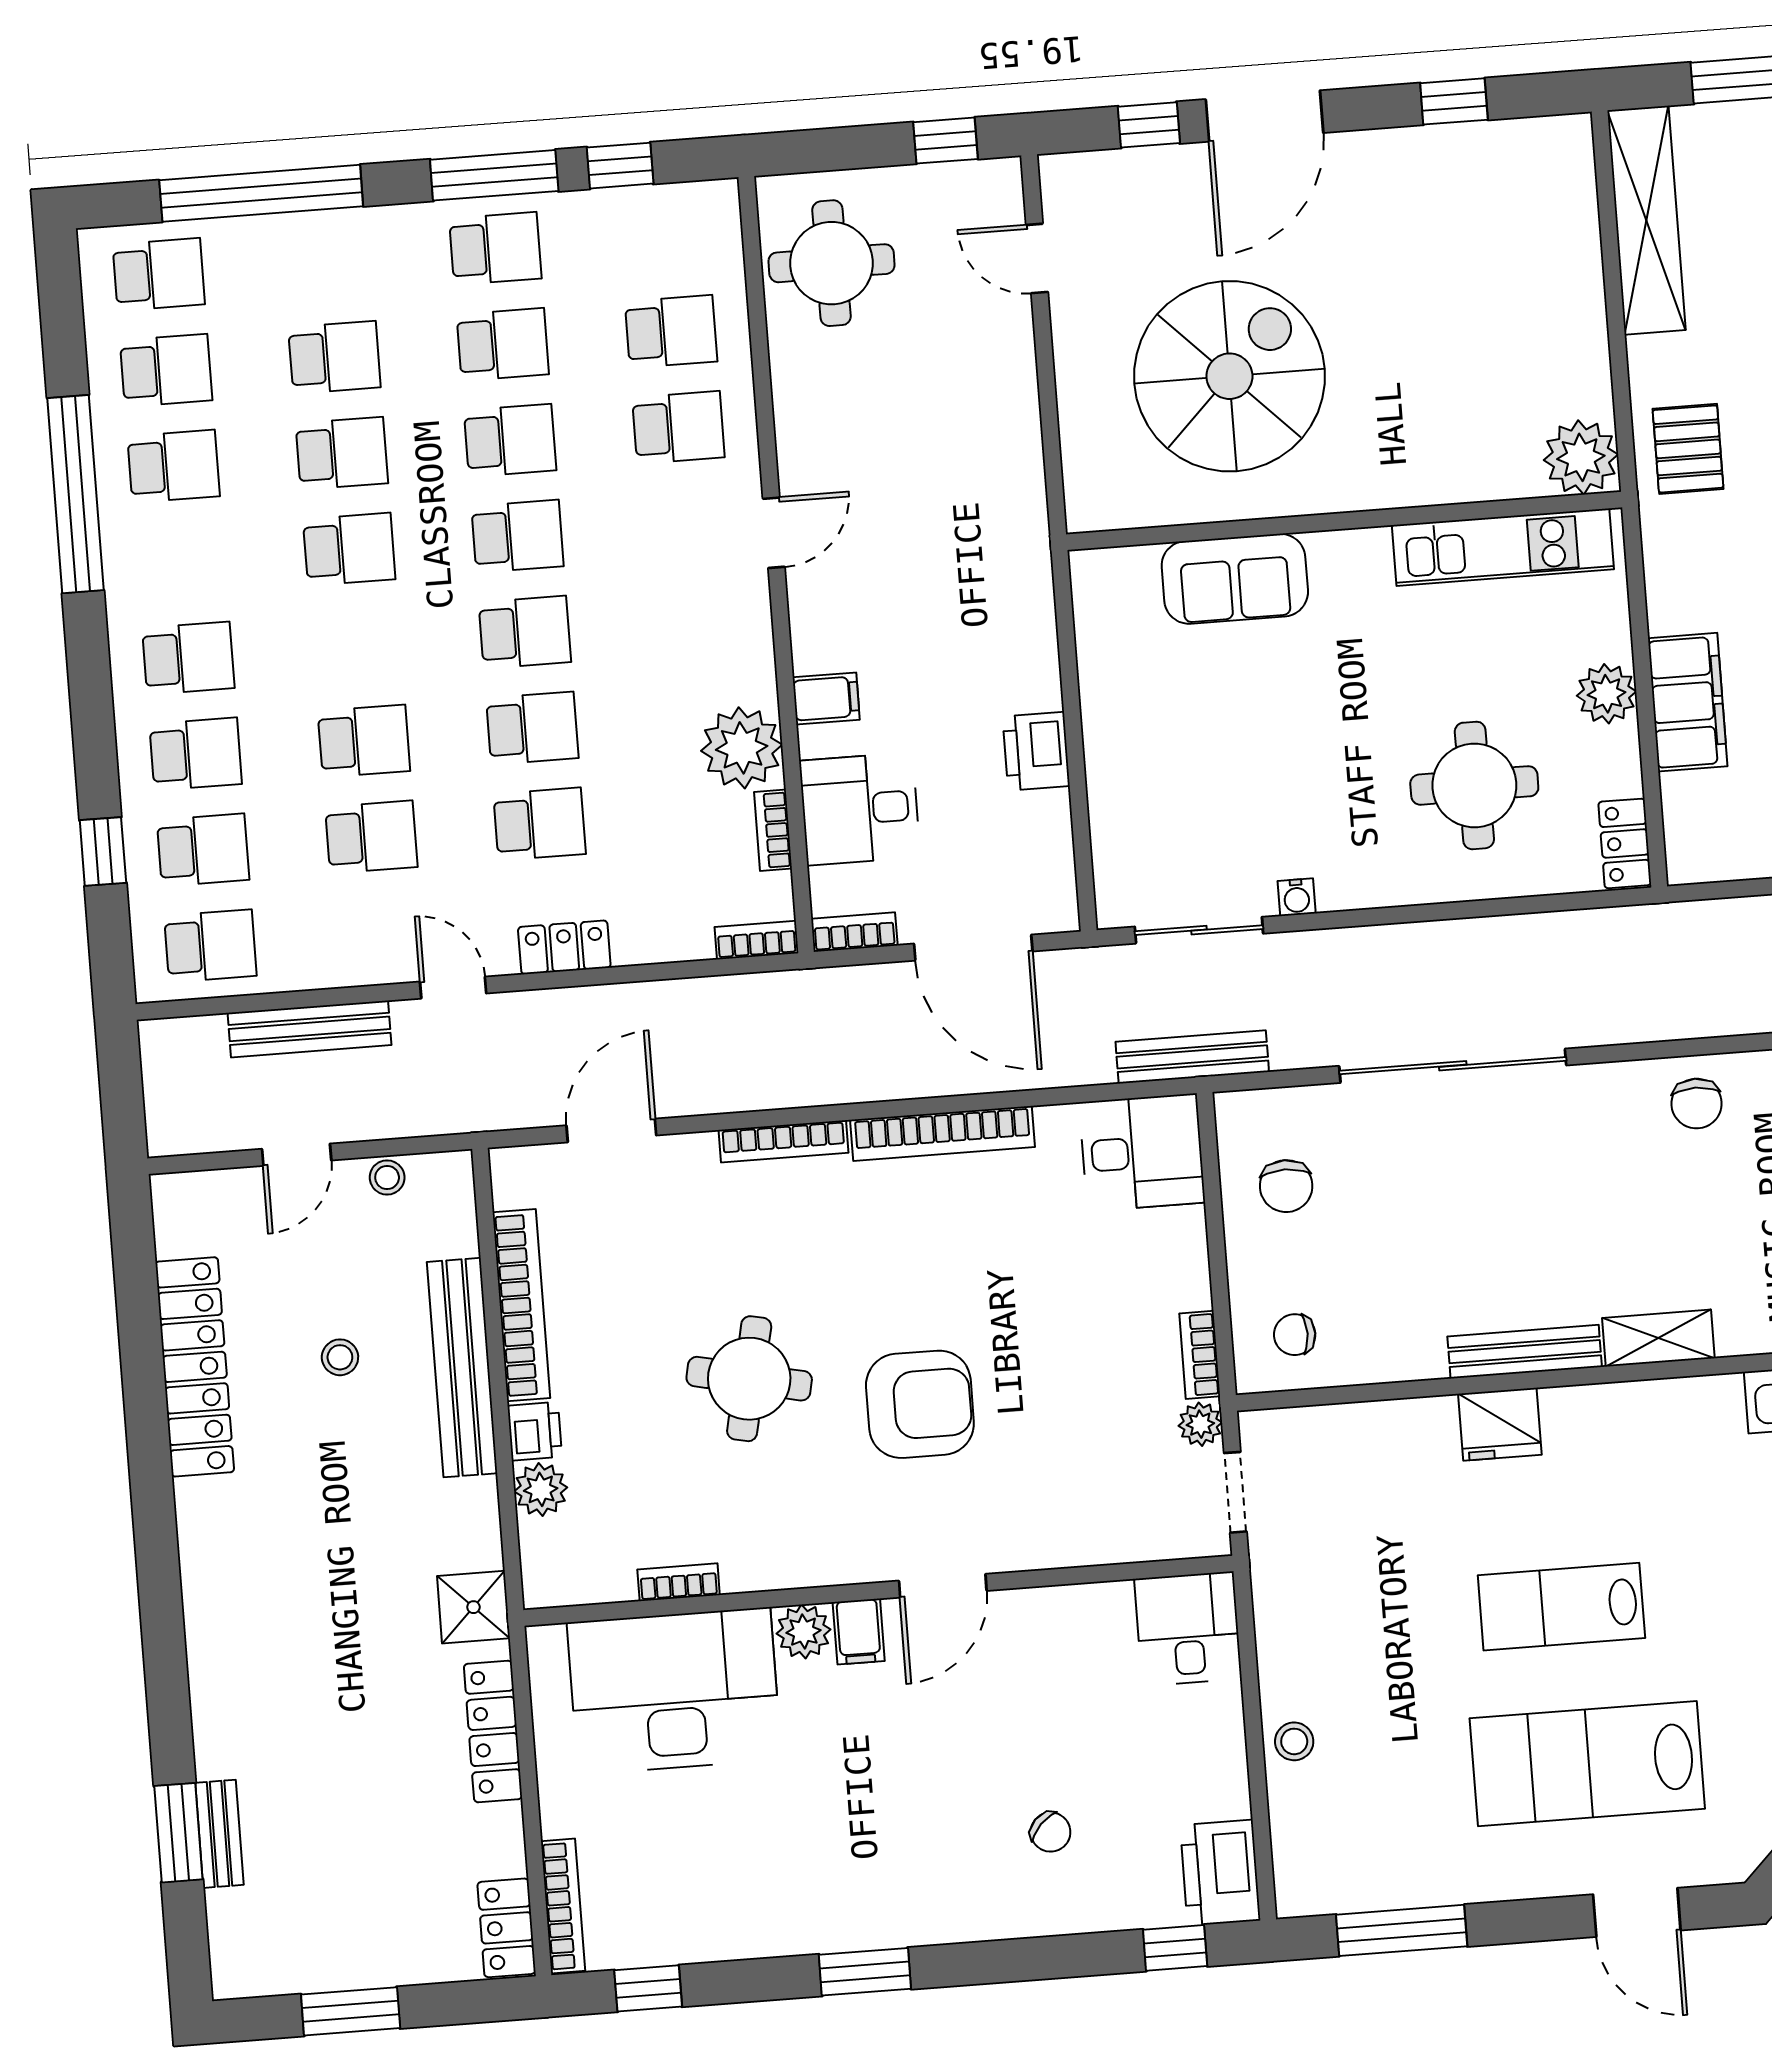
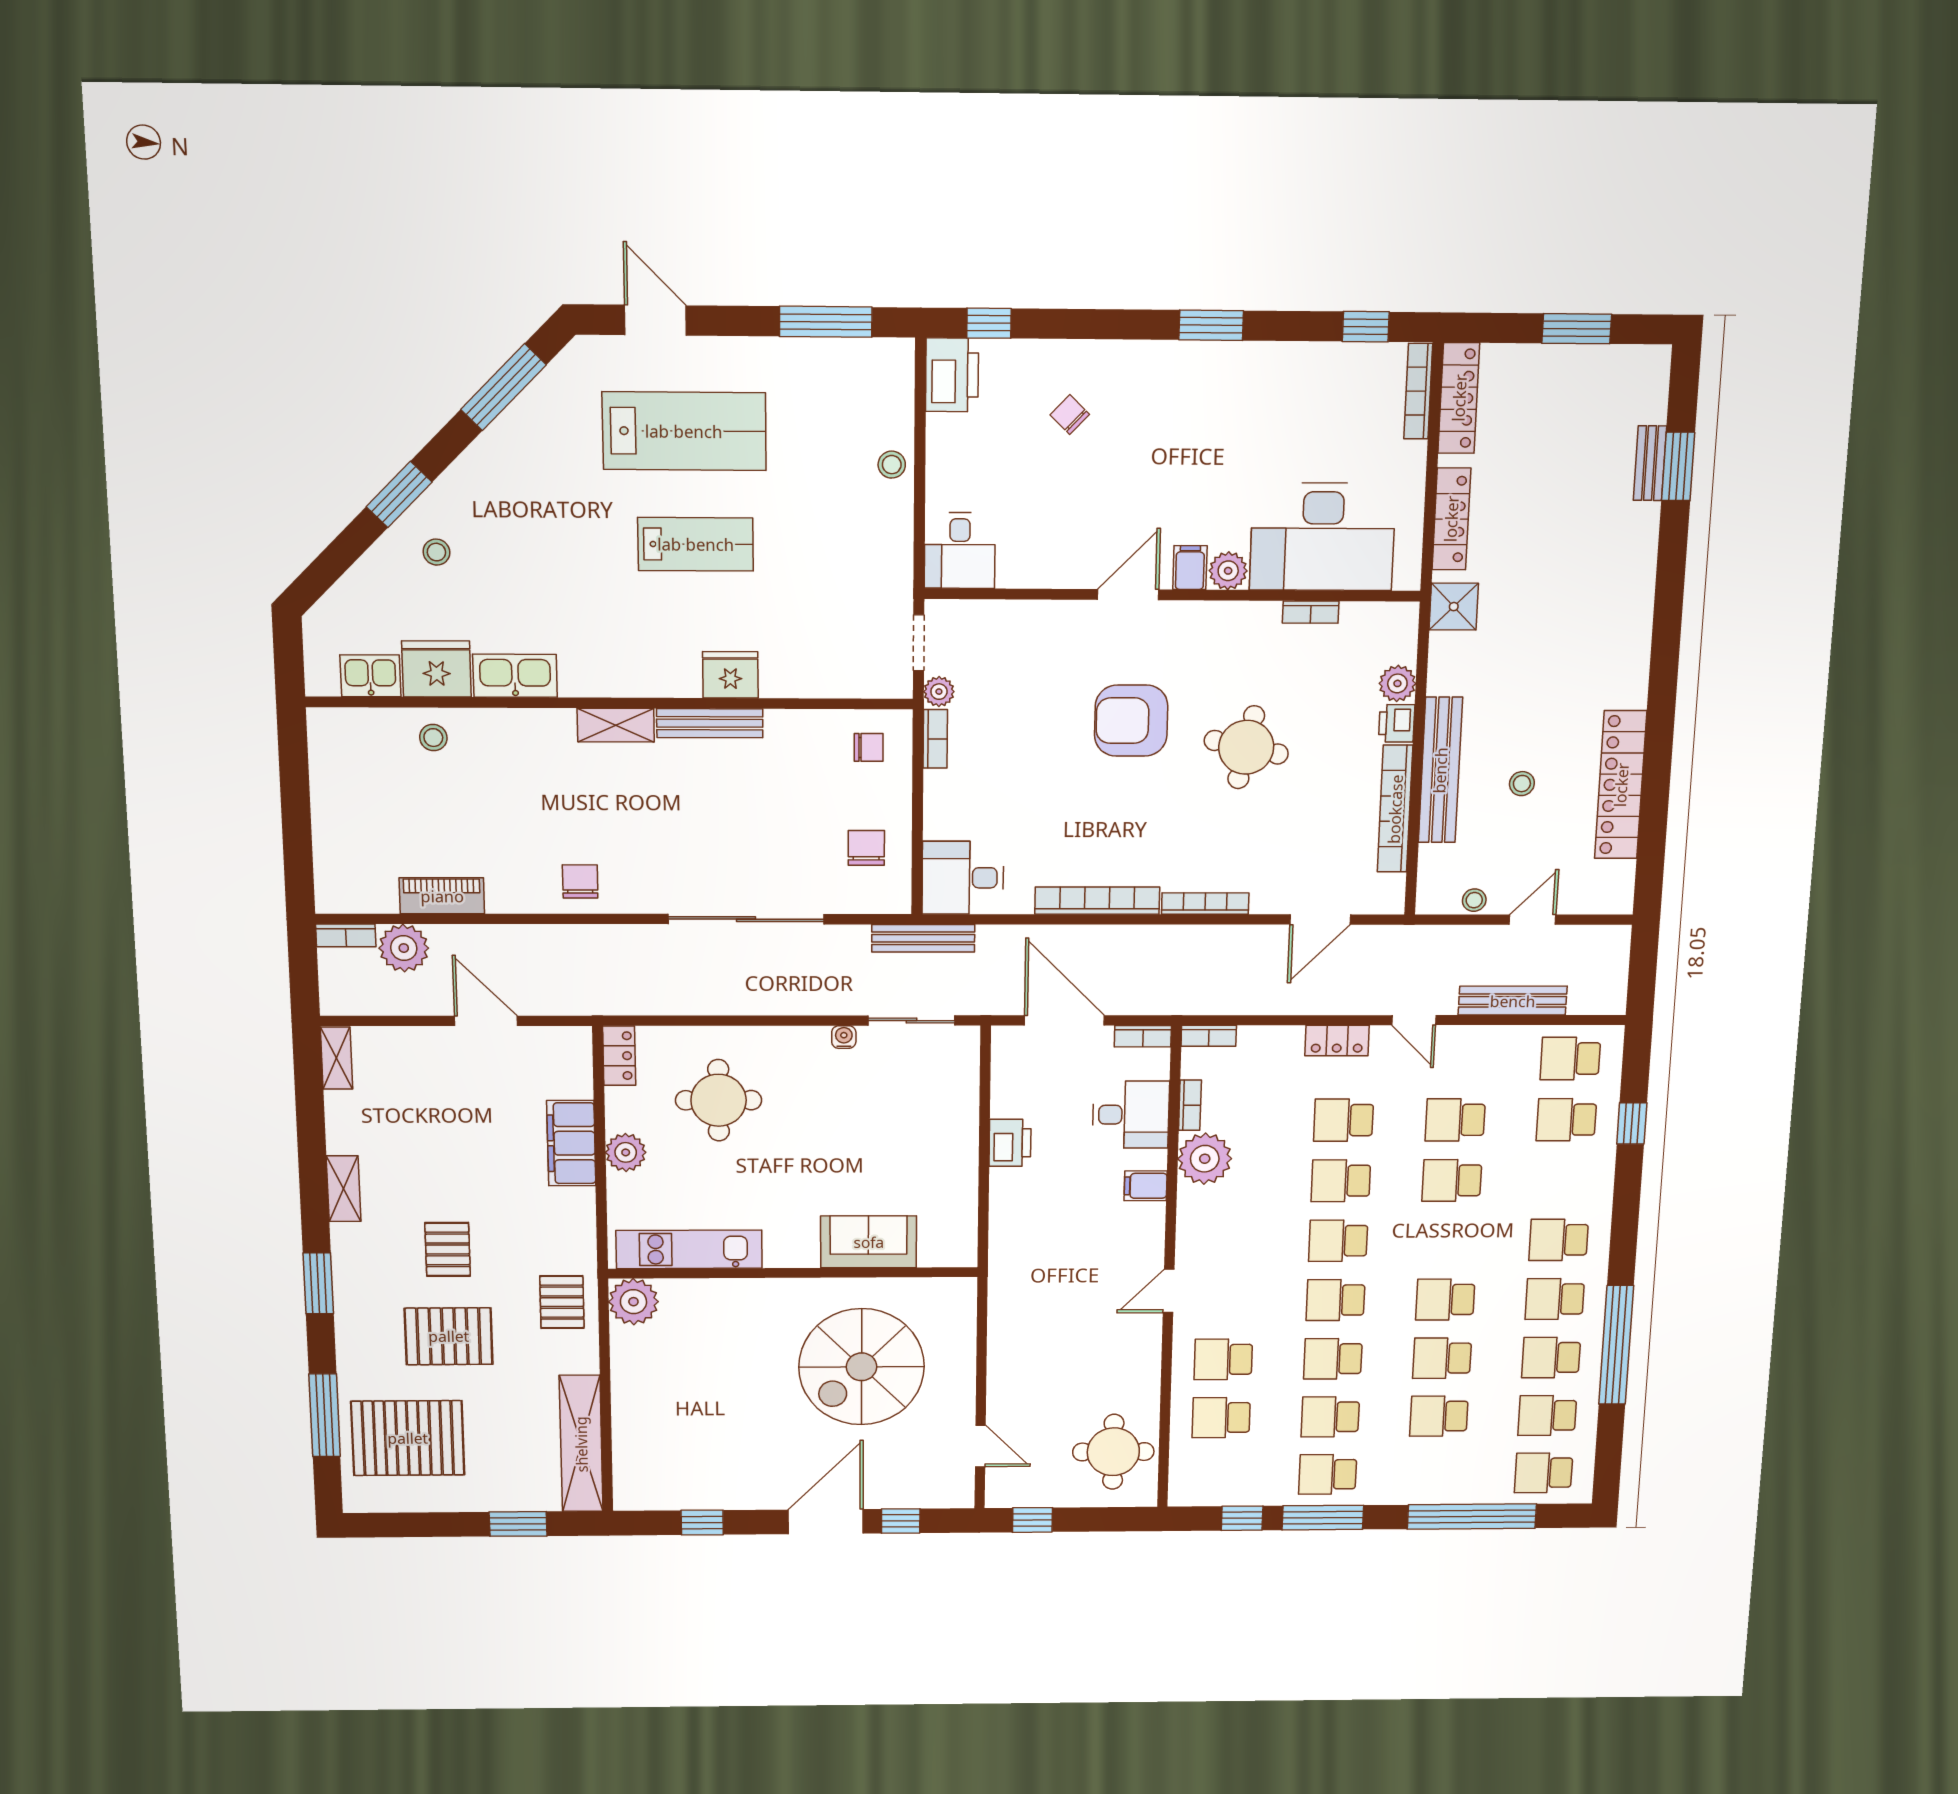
school desk: (196, 754) -> (1555, 1299), moved
locker: (507, 1928) -> (1459, 398), width x1.53

